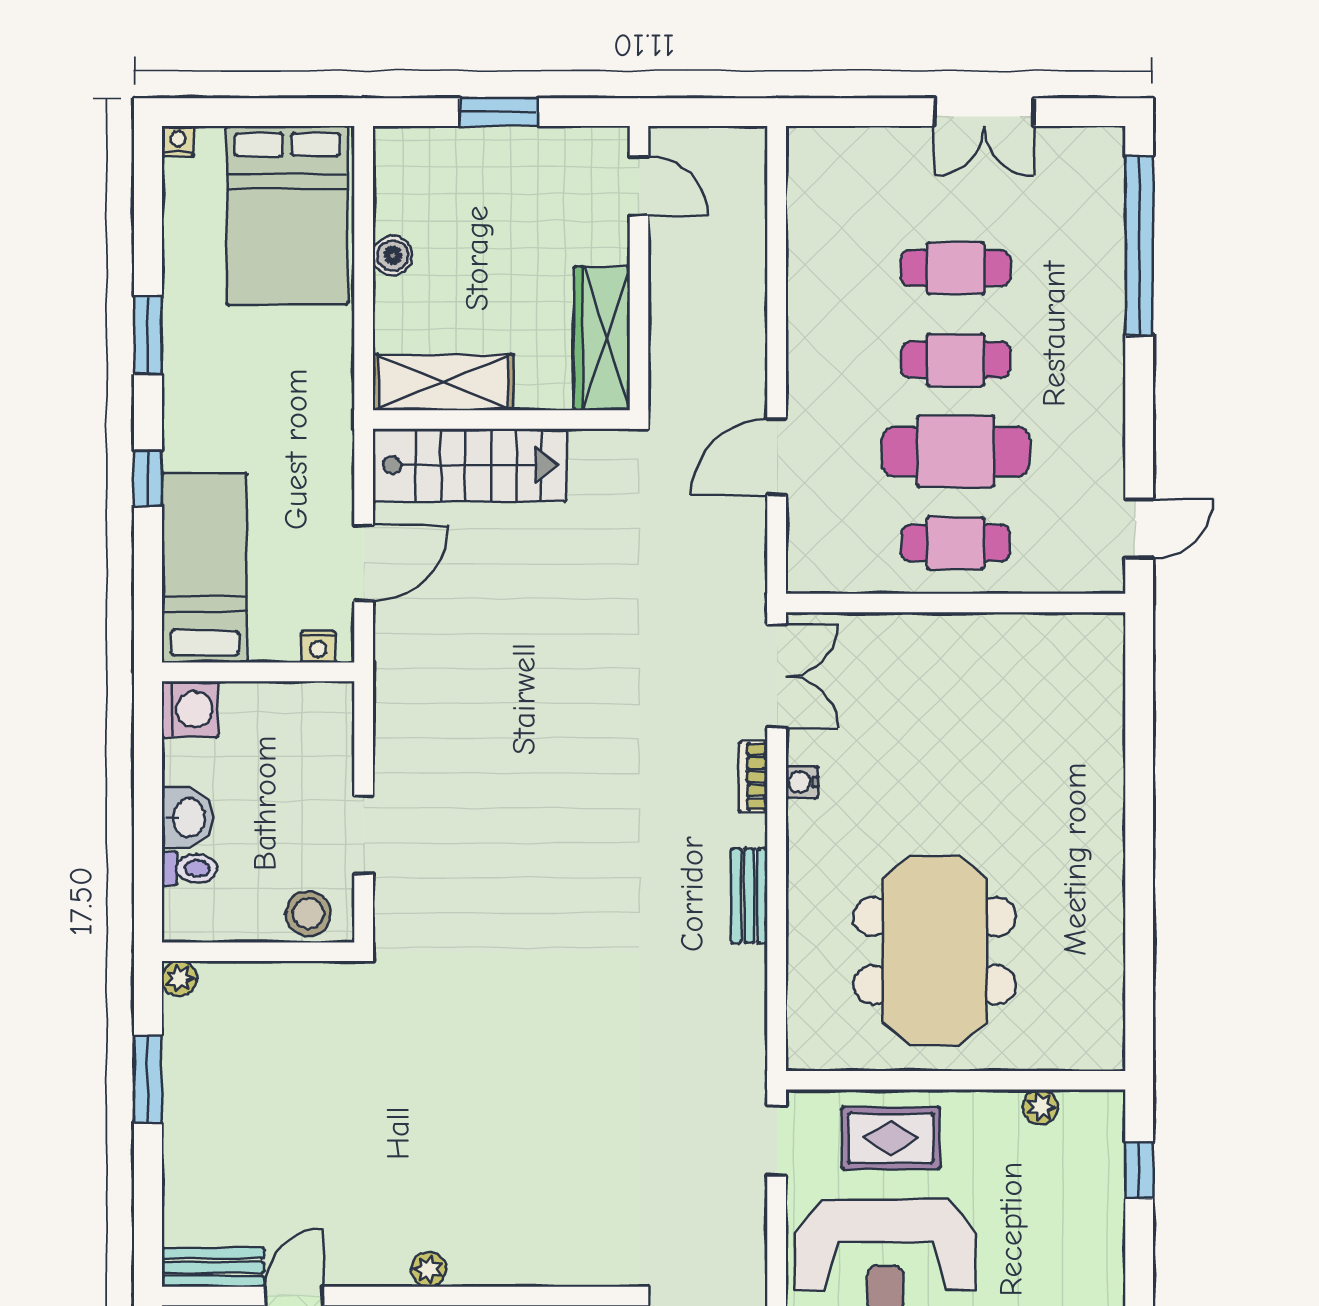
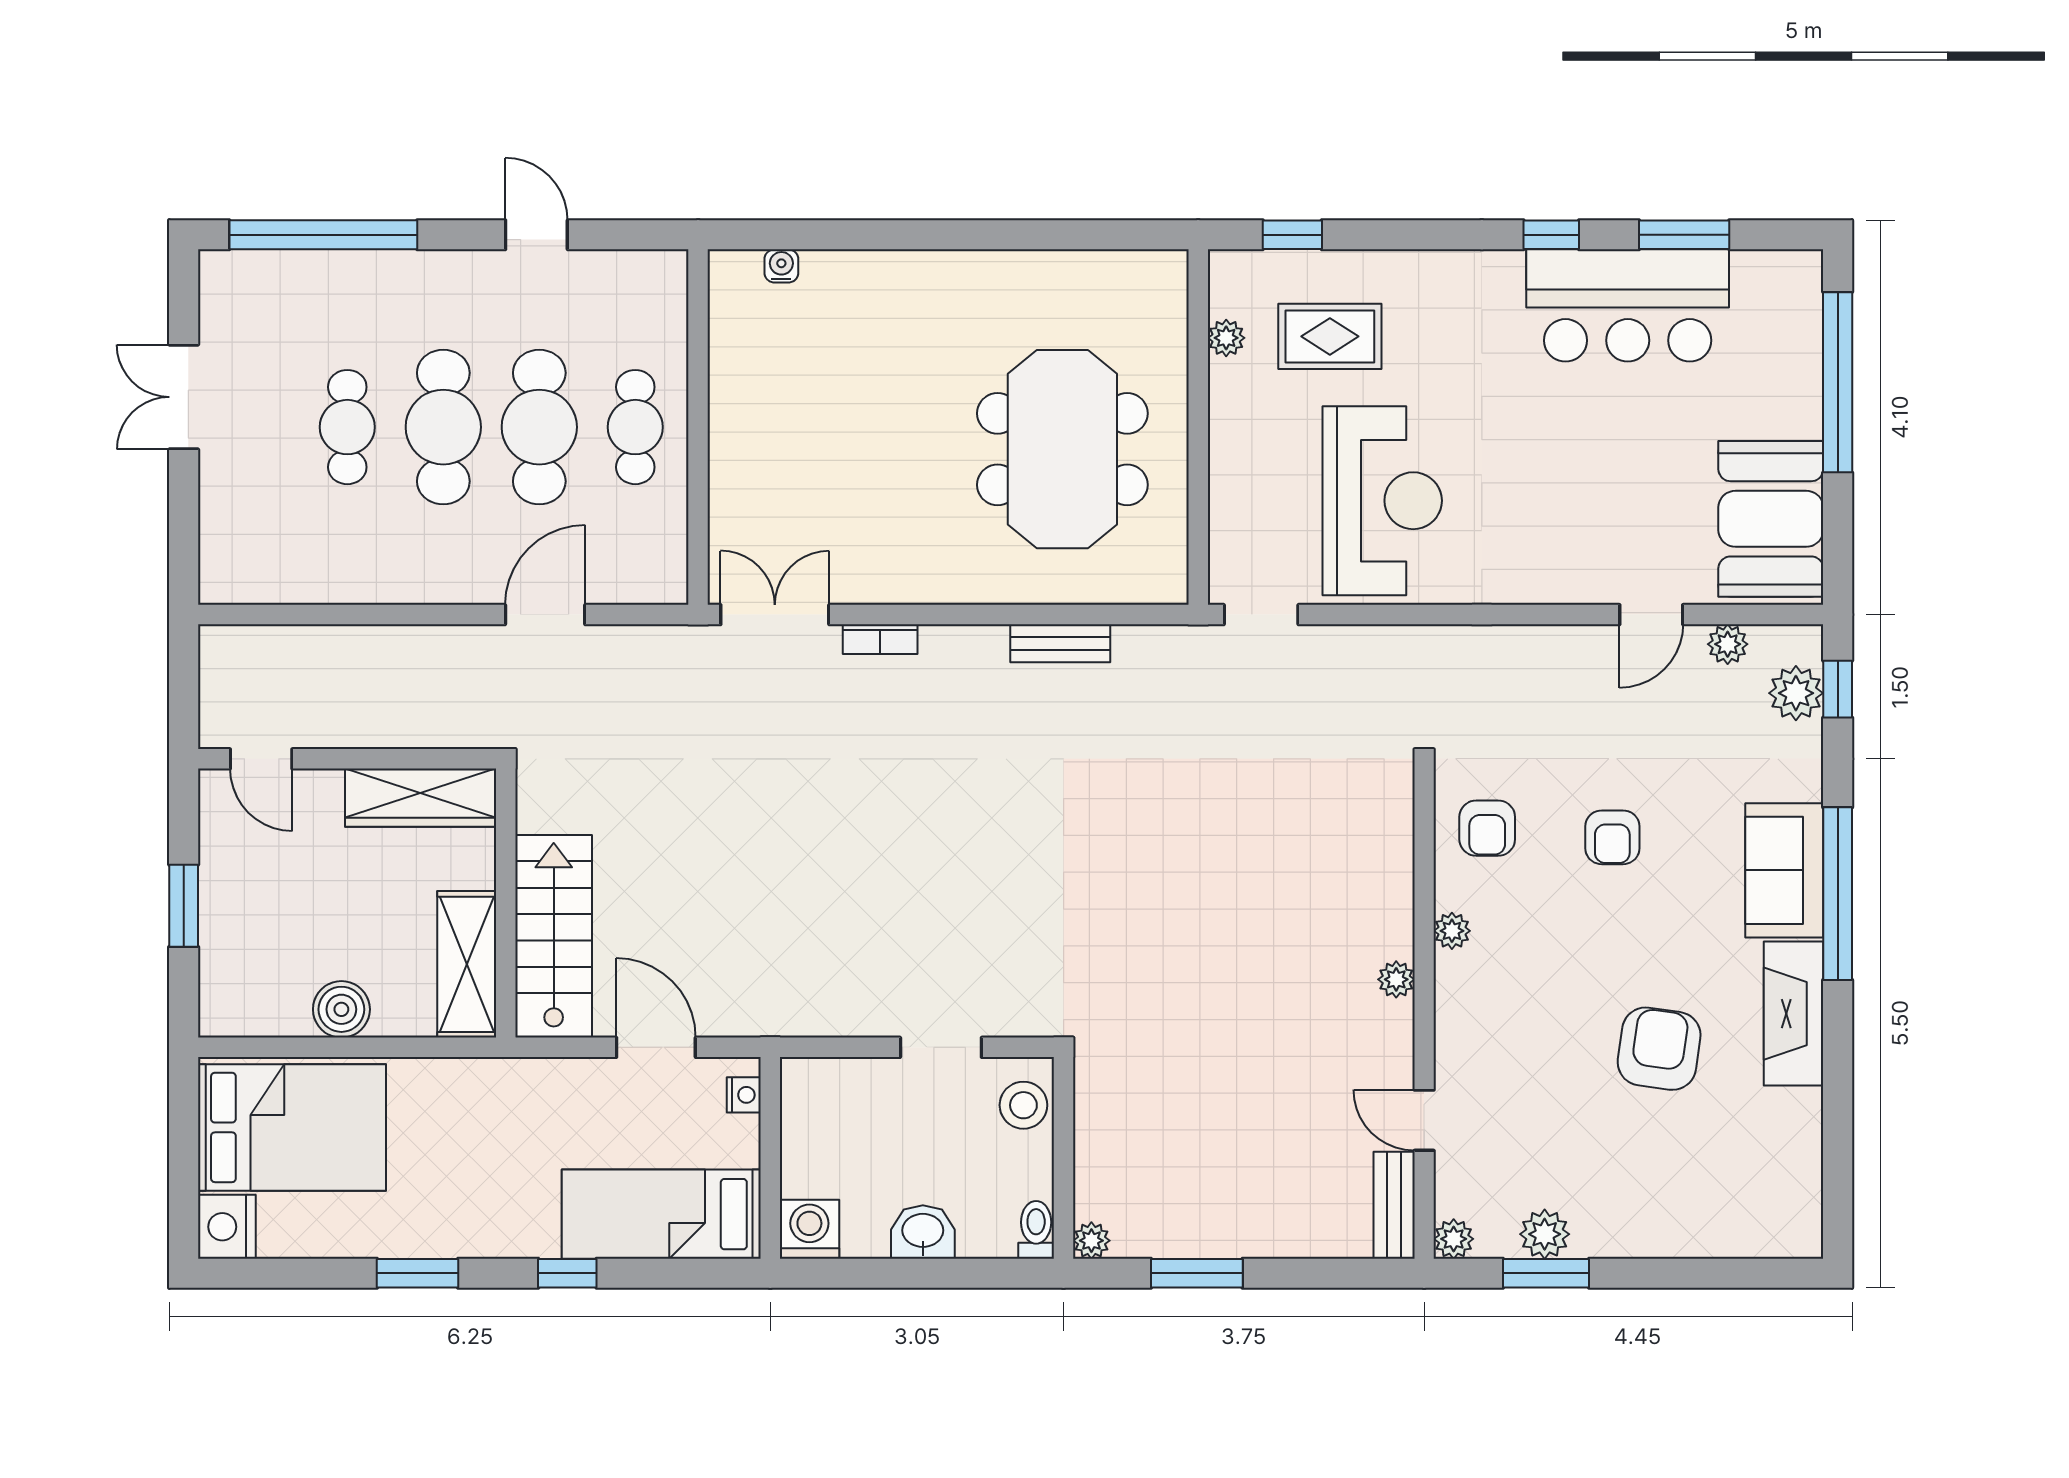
double door: (984, 112) -> (184, 397), swing flipped
nightstand: (178, 141) -> (227, 1227), width x1.89, depth x1.79
door: (639, 186) -> (261, 759), swing flipped
boiler: (393, 255) -> (341, 1009), width x1.36, depth x1.36
cafe table: (956, 360) -> (443, 427), width x1.37, depth x1.35
door: (777, 457) -> (545, 615), swing flipped
door: (1139, 529) -> (536, 235), moved
water cooler: (802, 782) -> (781, 266), moved, turned 180
toilet: (189, 869) -> (1036, 1230), moved
bench: (749, 896) -> (1060, 643), moved
meeting table: (935, 951) -> (1062, 449), turned 90
rug: (891, 1138) -> (1330, 336), moved, turned 90

